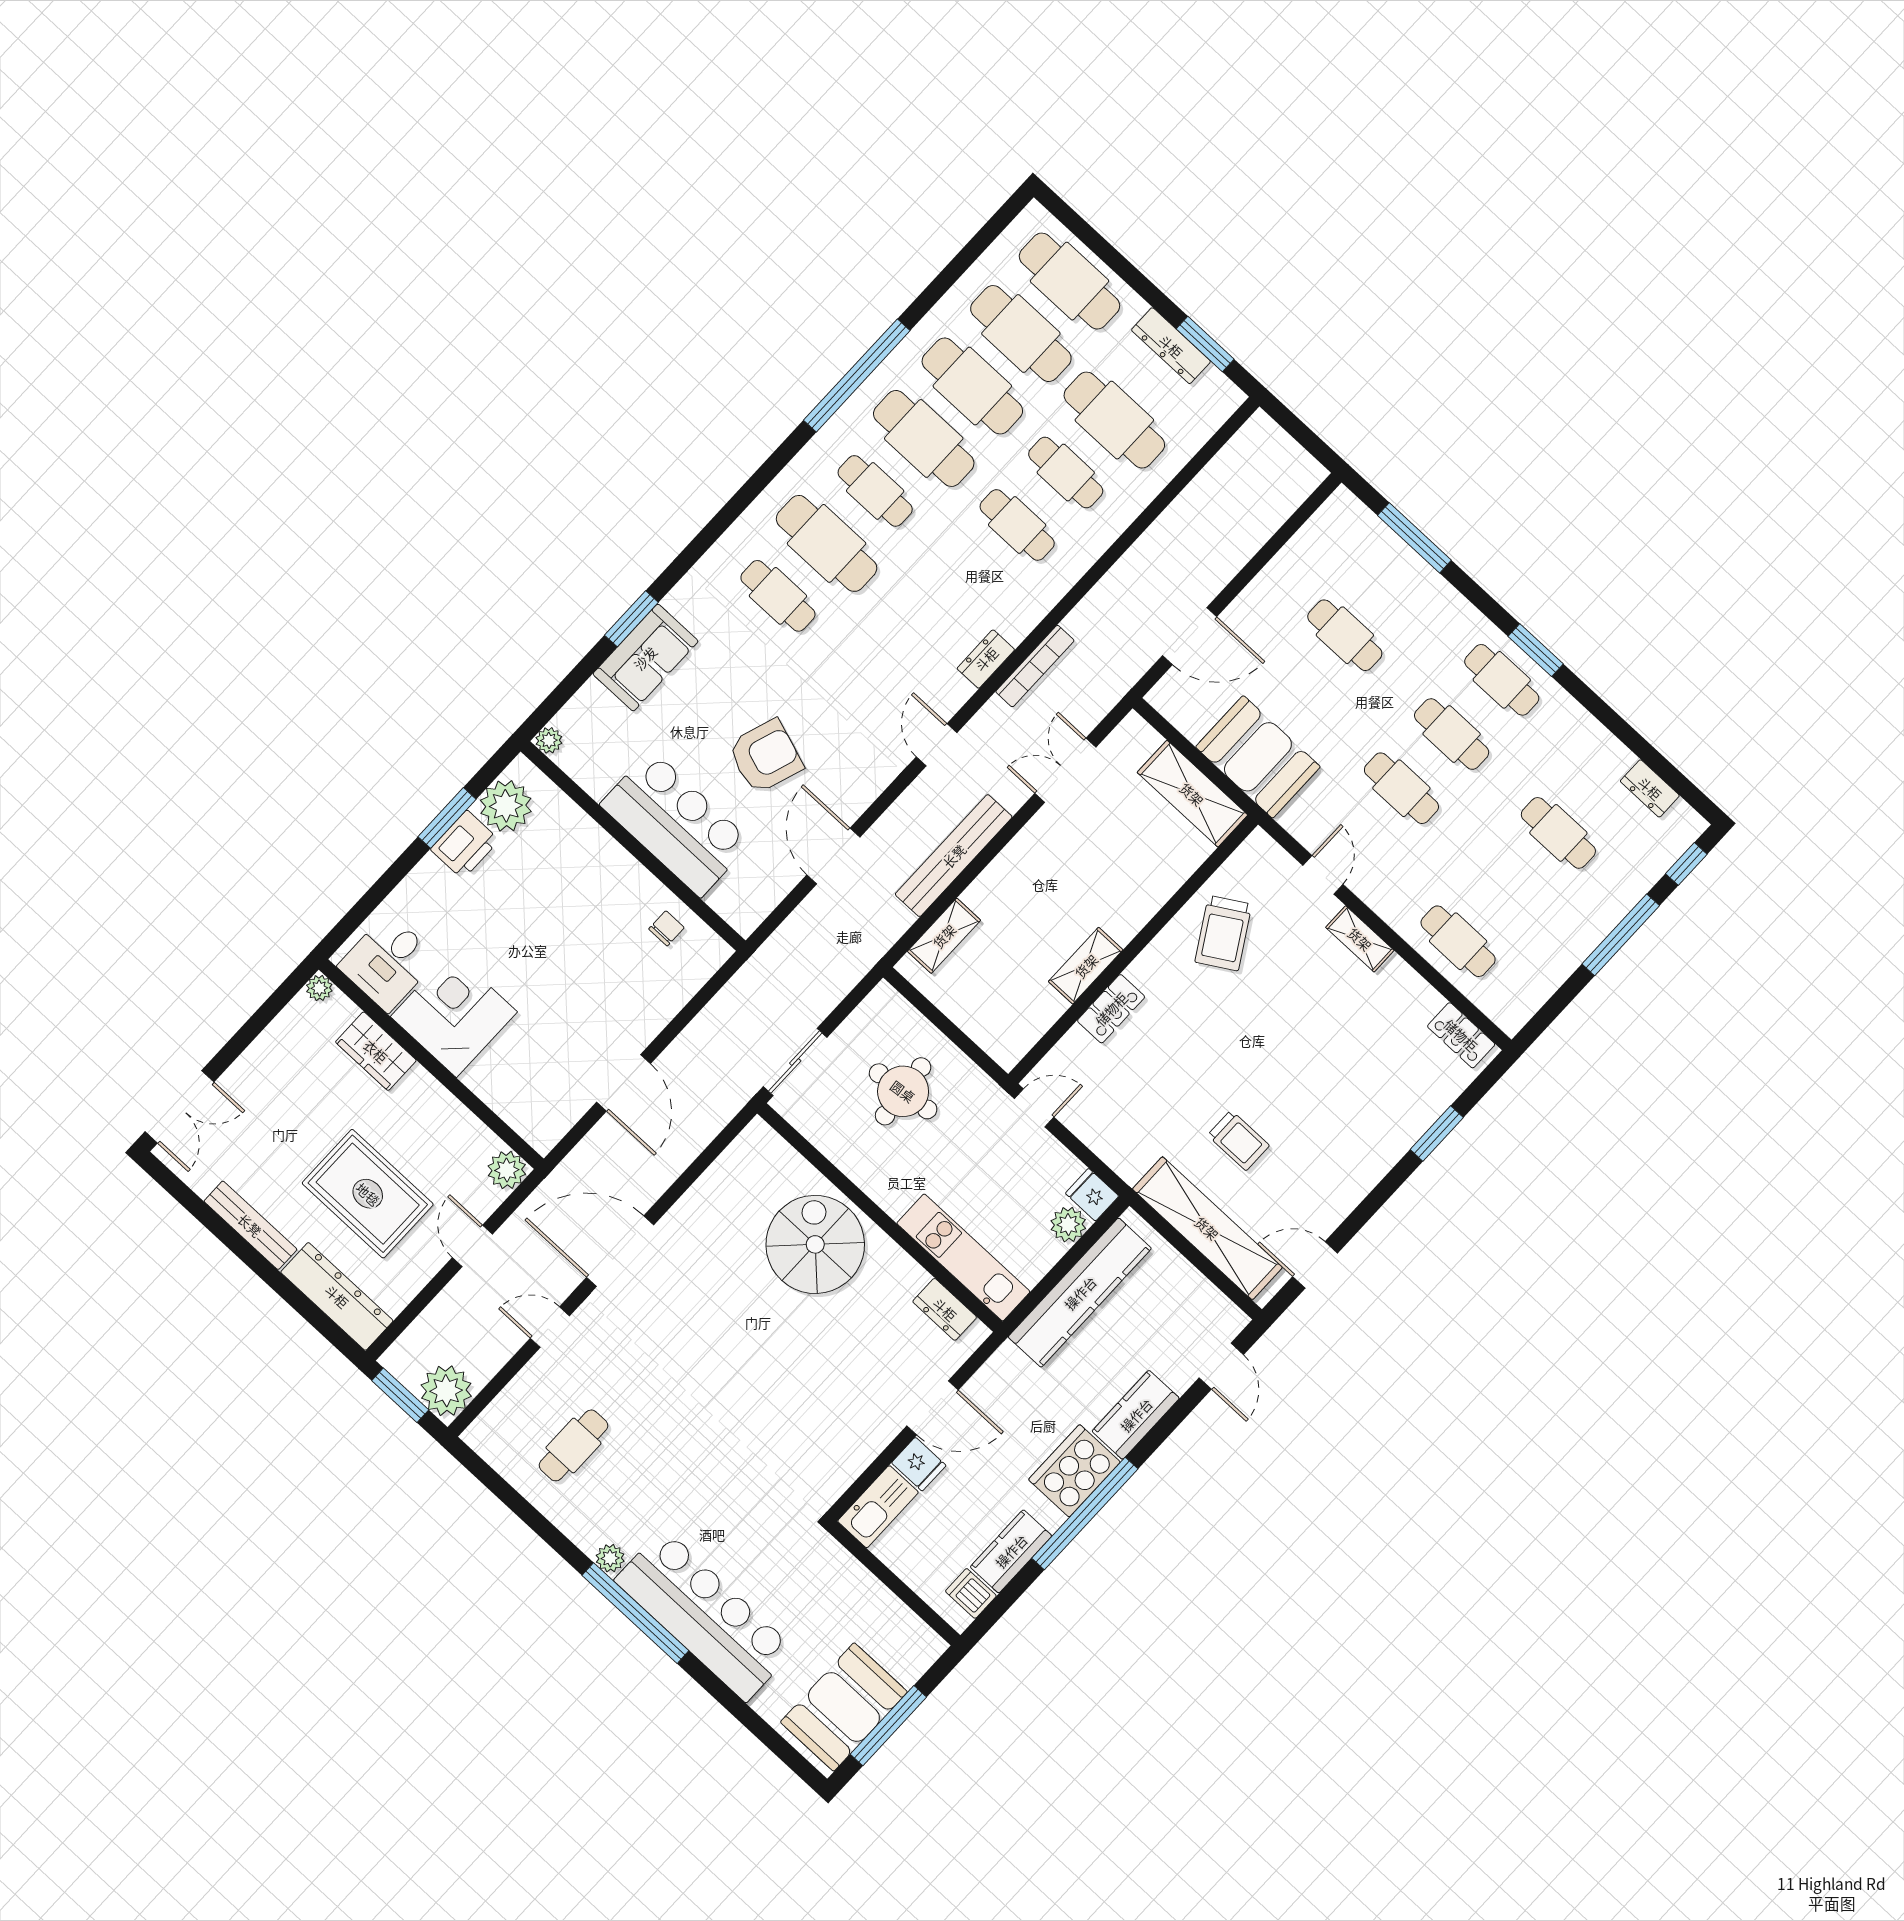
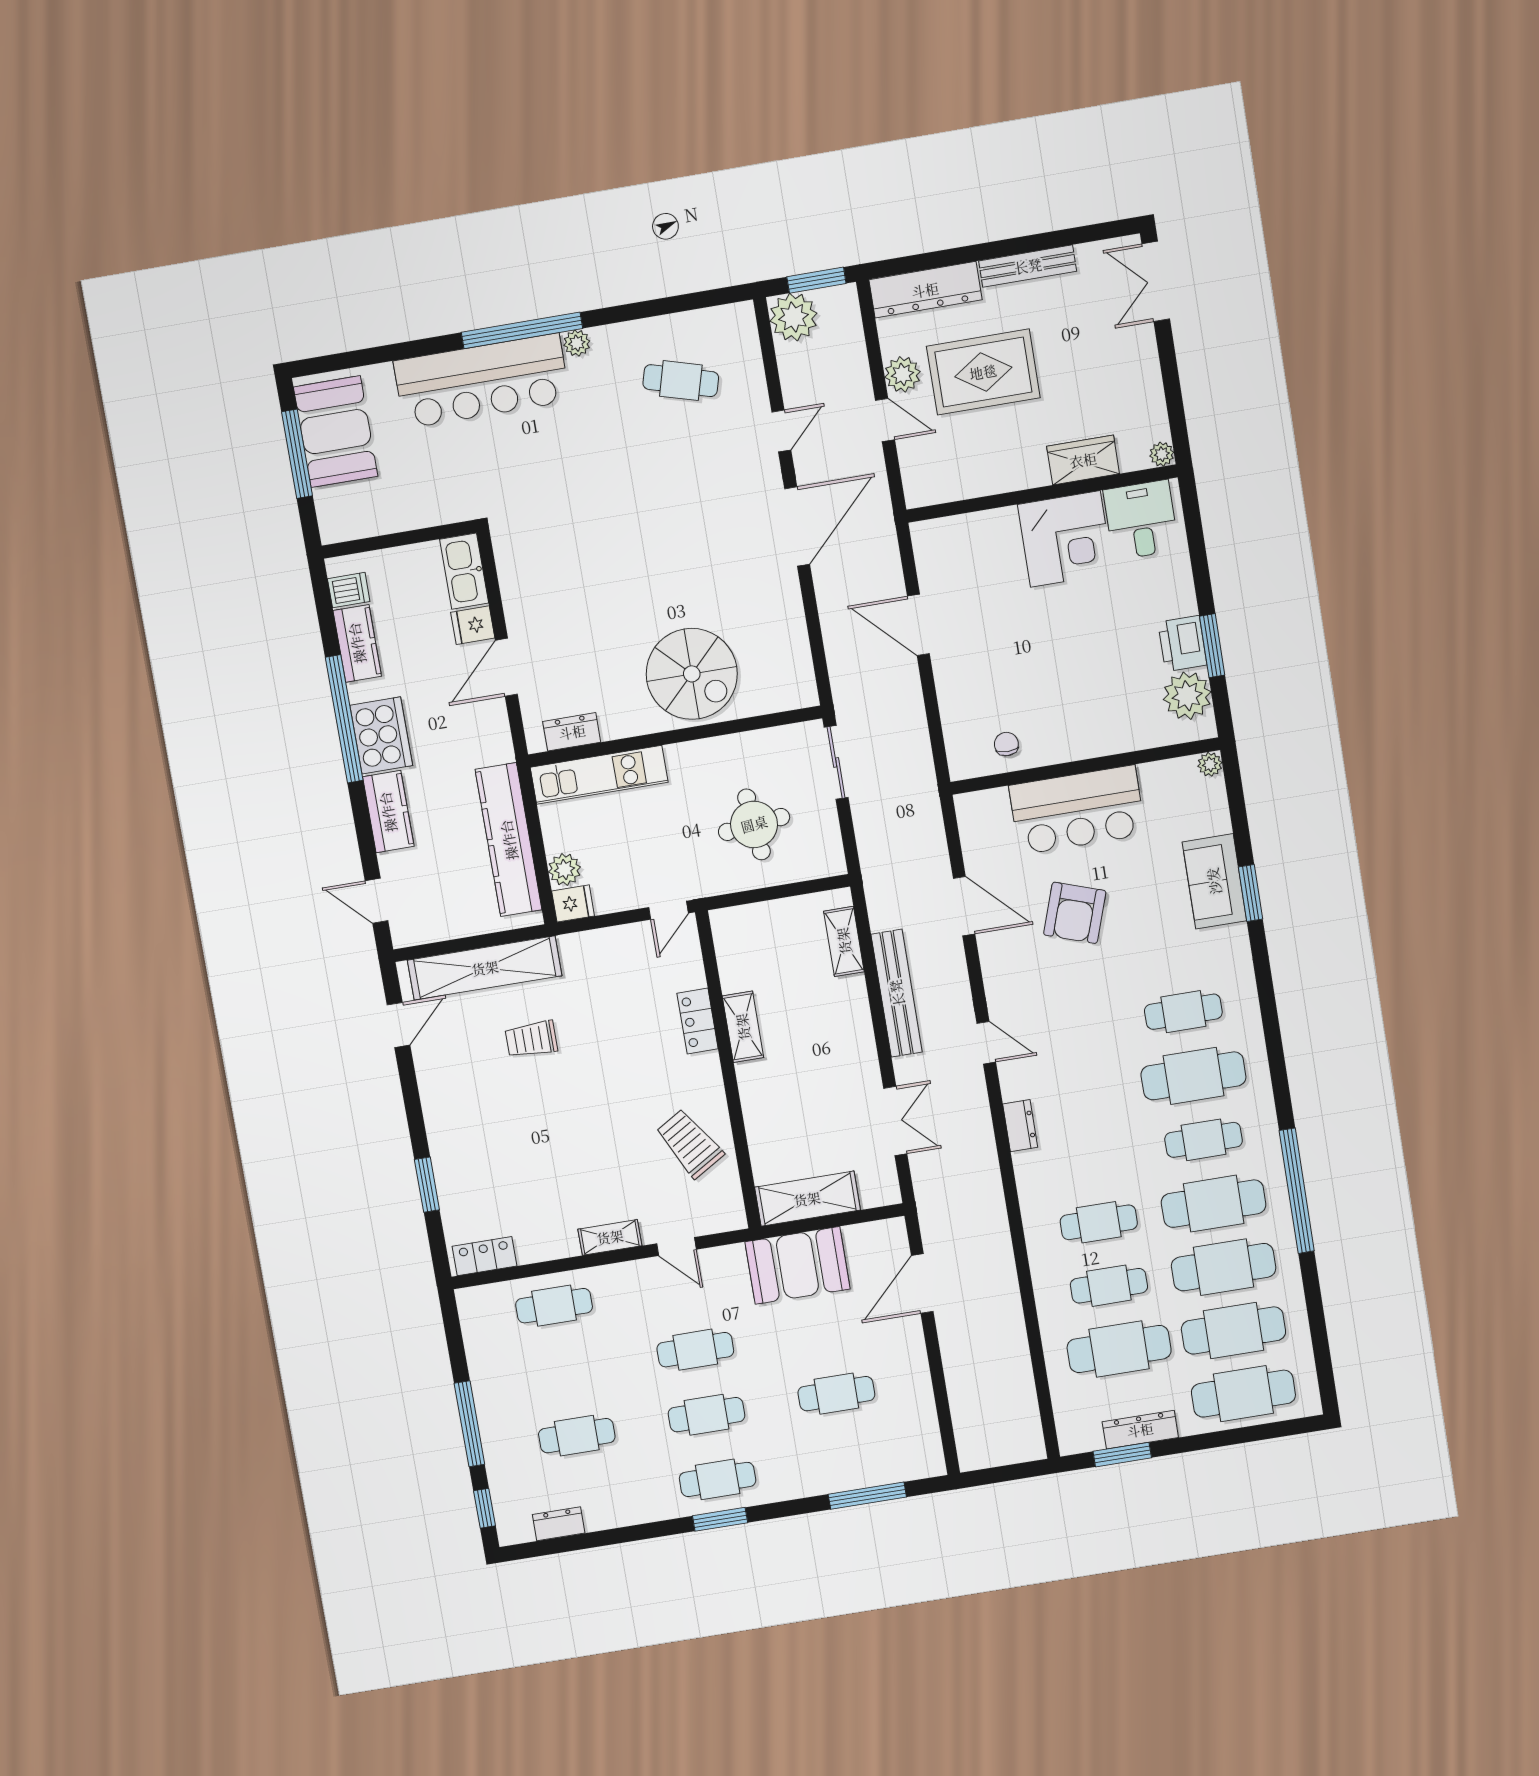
bookcase: (1035, 666) -> (987, 1157), removed
chair: (667, 928) -> (1006, 744), turned 180
plant: (507, 1170) -> (902, 374), moved
cafe table: (573, 1445) -> (681, 381), turned -74

